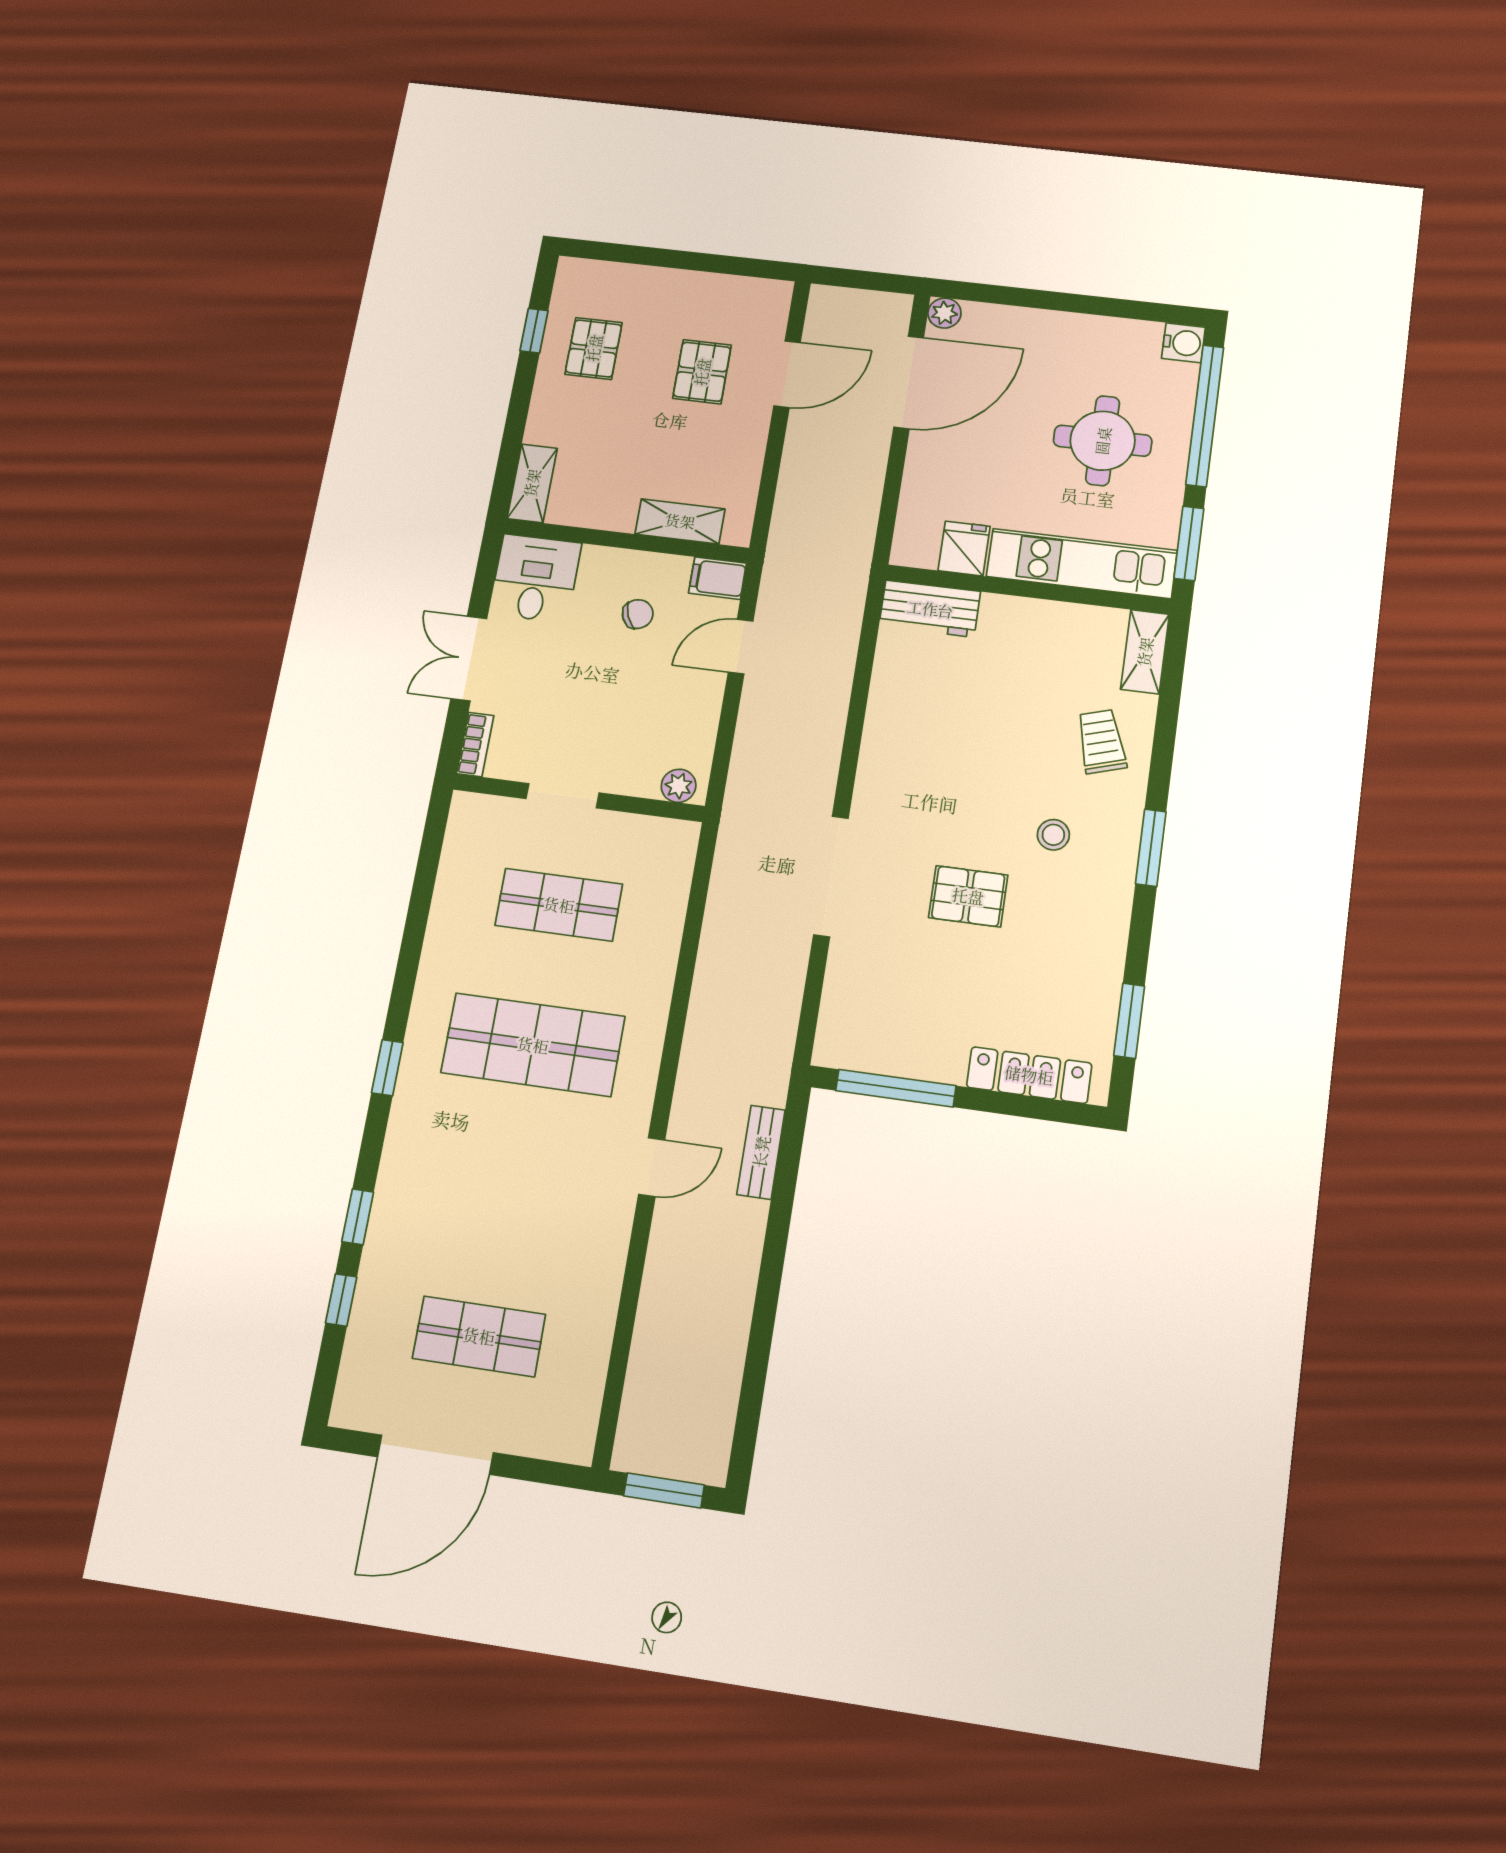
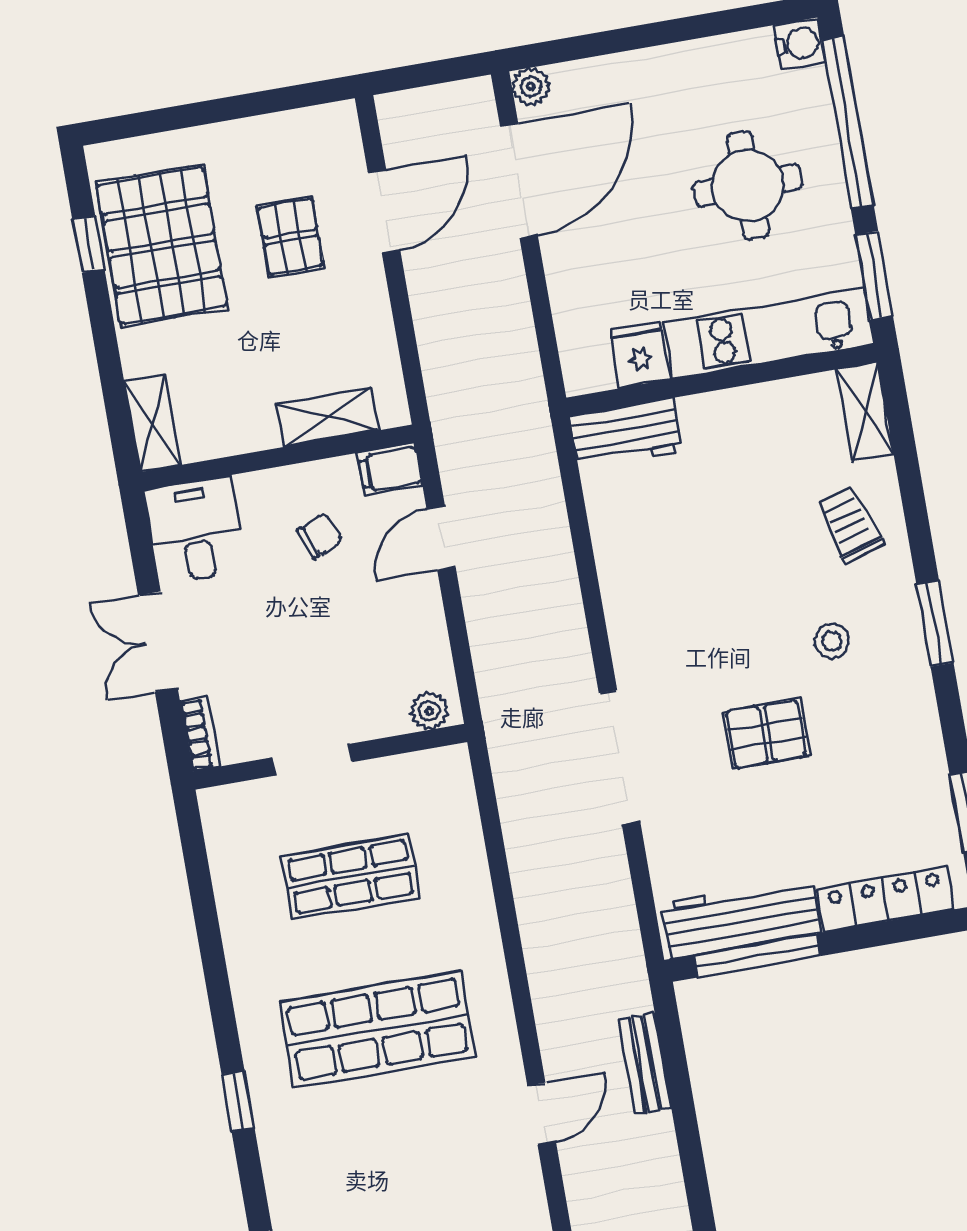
pallet: (594, 348) -> (162, 245), width x2.05, depth x2.00
workbench: (892, 1050) -> (741, 918), added

